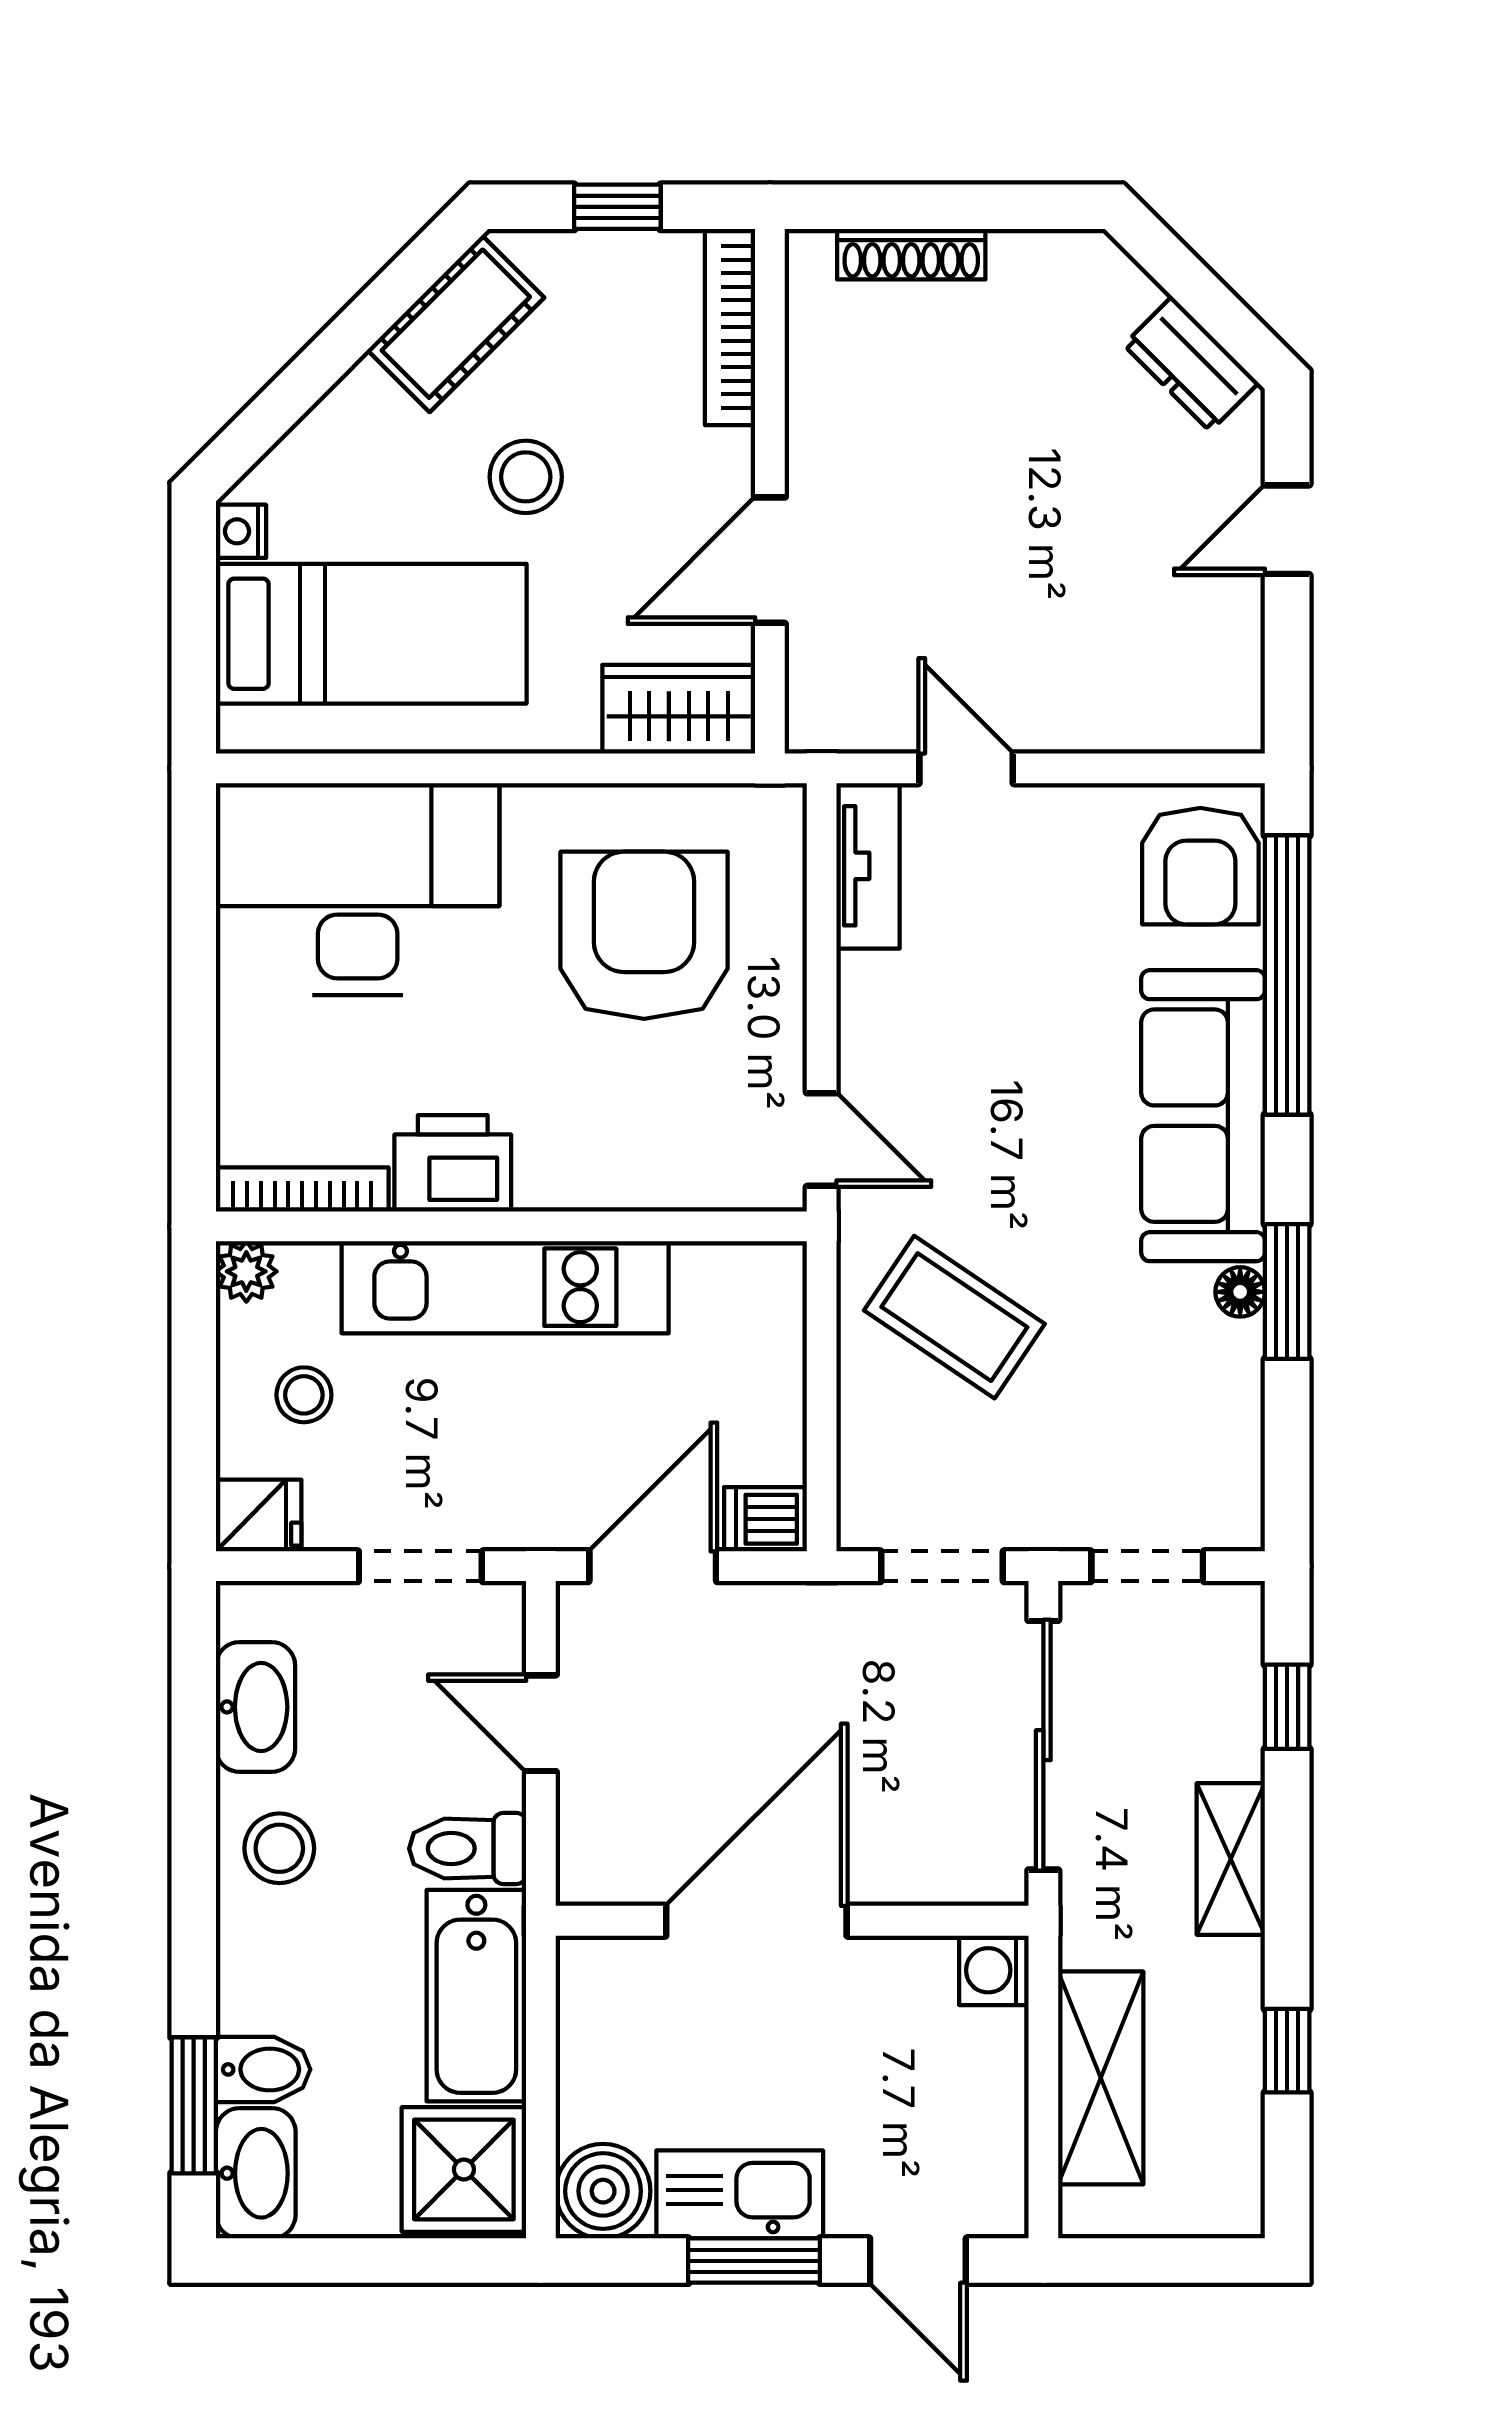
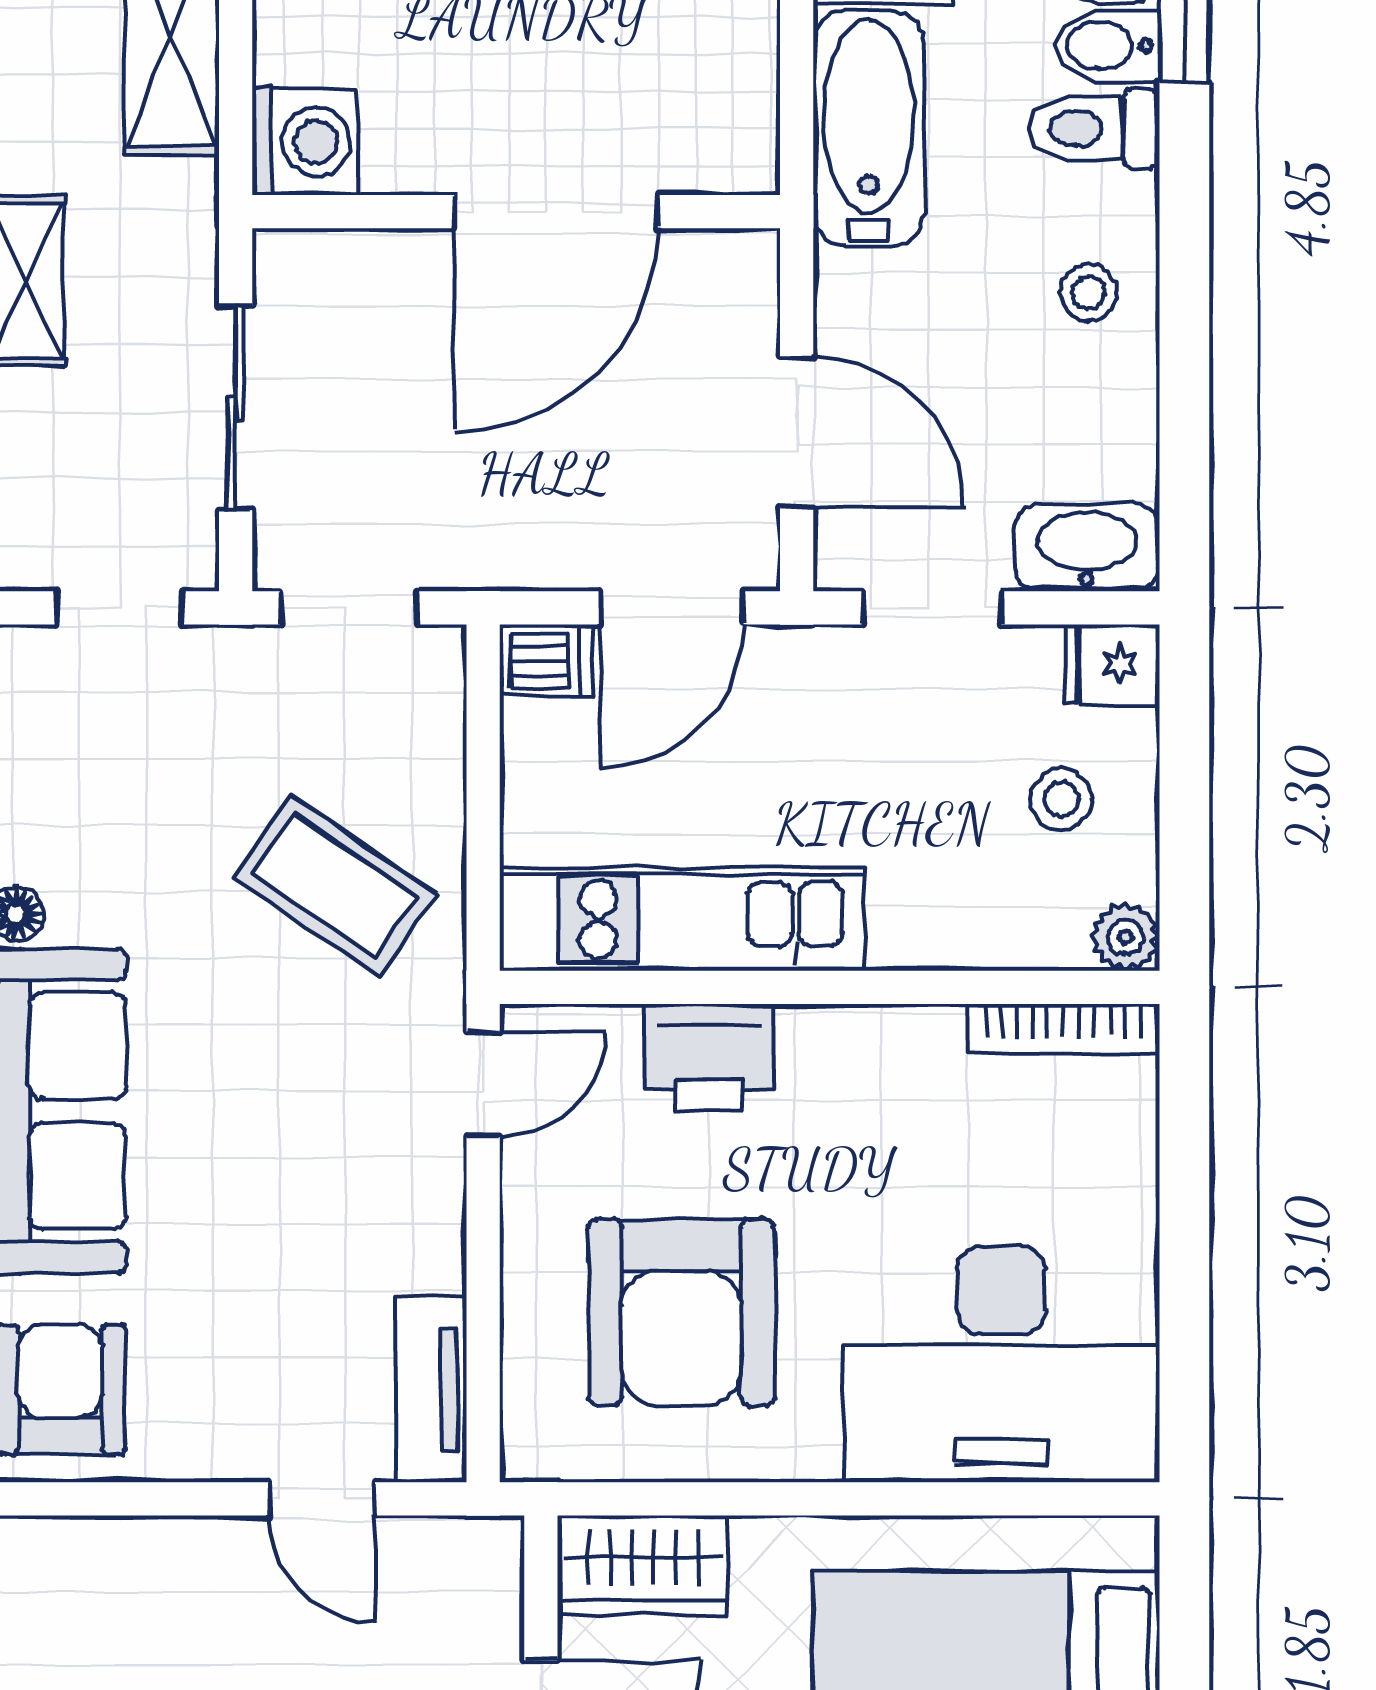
door: (822, 1140) -> (483, 1084), swing flipped
printer: (453, 1163) -> (709, 1058), moved
kitchen unit: (505, 1287) -> (682, 919), moved
washbasin: (256, 1707) -> (1087, 547), moved, turned 90
door: (541, 1723) -> (797, 432), width x1.38
sliding door: (1043, 1745) -> (236, 408), width x0.73
stool: (279, 1848) -> (1089, 293), width x0.73, depth x0.73
toilet: (468, 1849) -> (1094, 128), moved, turned 180
washing machine: (994, 1970) -> (306, 142), width x1.38, depth x1.38

